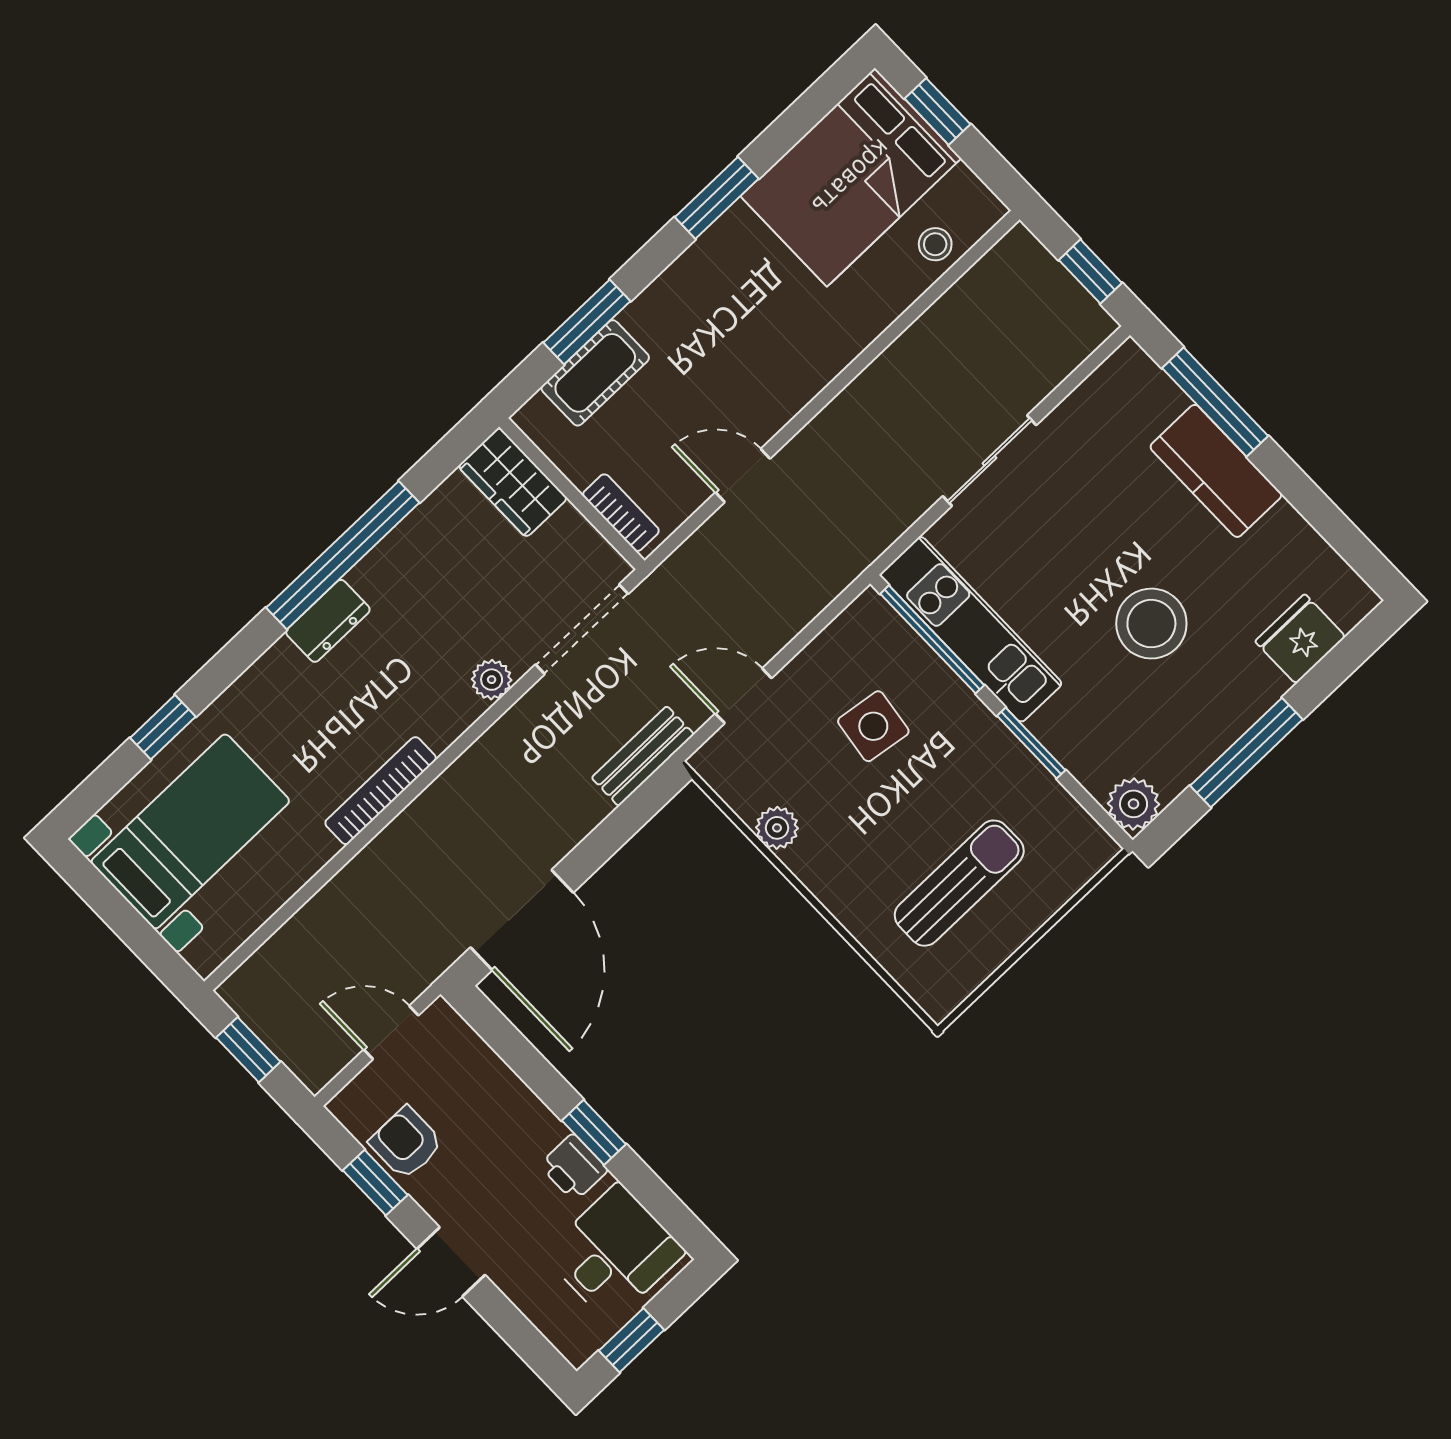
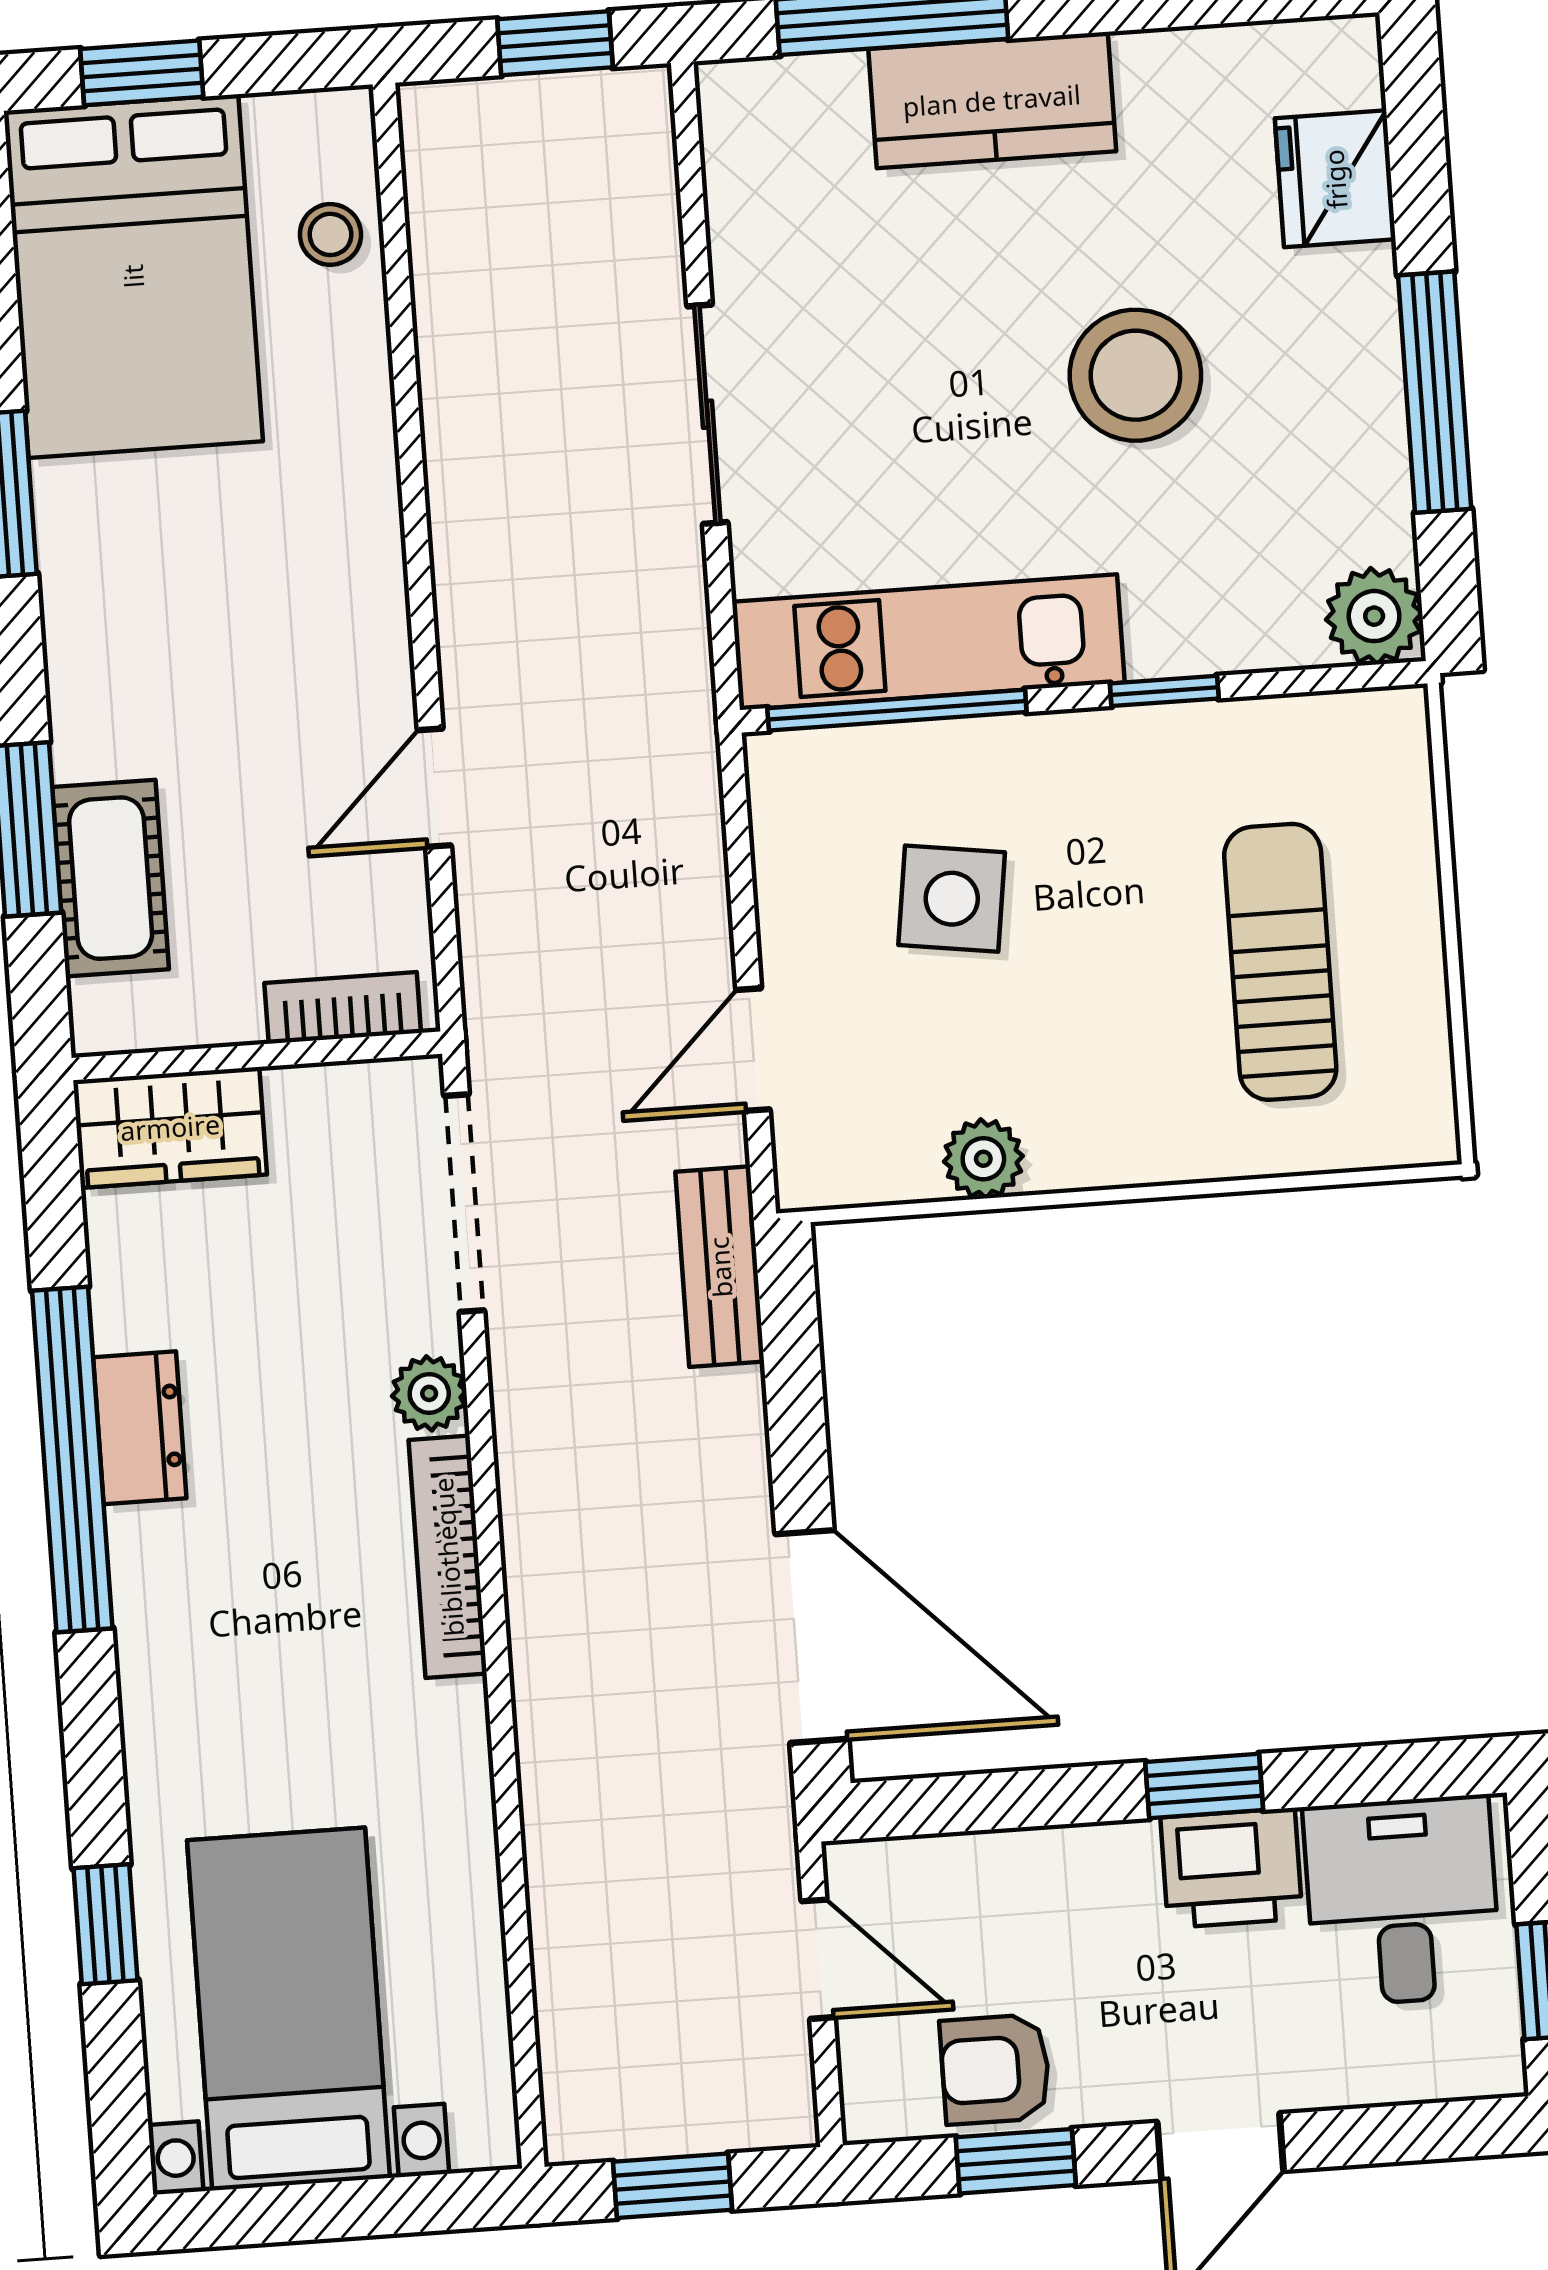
dresser: (328, 621) -> (140, 1428), moved
window: (1031, 743) -> (1164, 691), width x0.67
bookcase: (381, 791) -> (448, 1557), moved
door: (391, 1032) -> (818, 1959), swing flipped
printer: (574, 1168) -> (1231, 1868), width x1.36, depth x1.24

